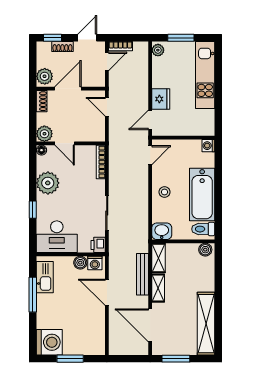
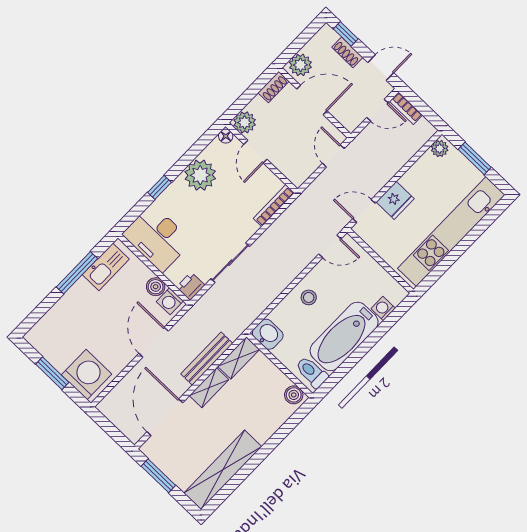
kitchen unit: (205, 75) -> (451, 232), width x1.36
washing machine: (208, 146) -> (383, 308), moved
washing machine: (49, 342) -> (87, 374), moved, turned -90

